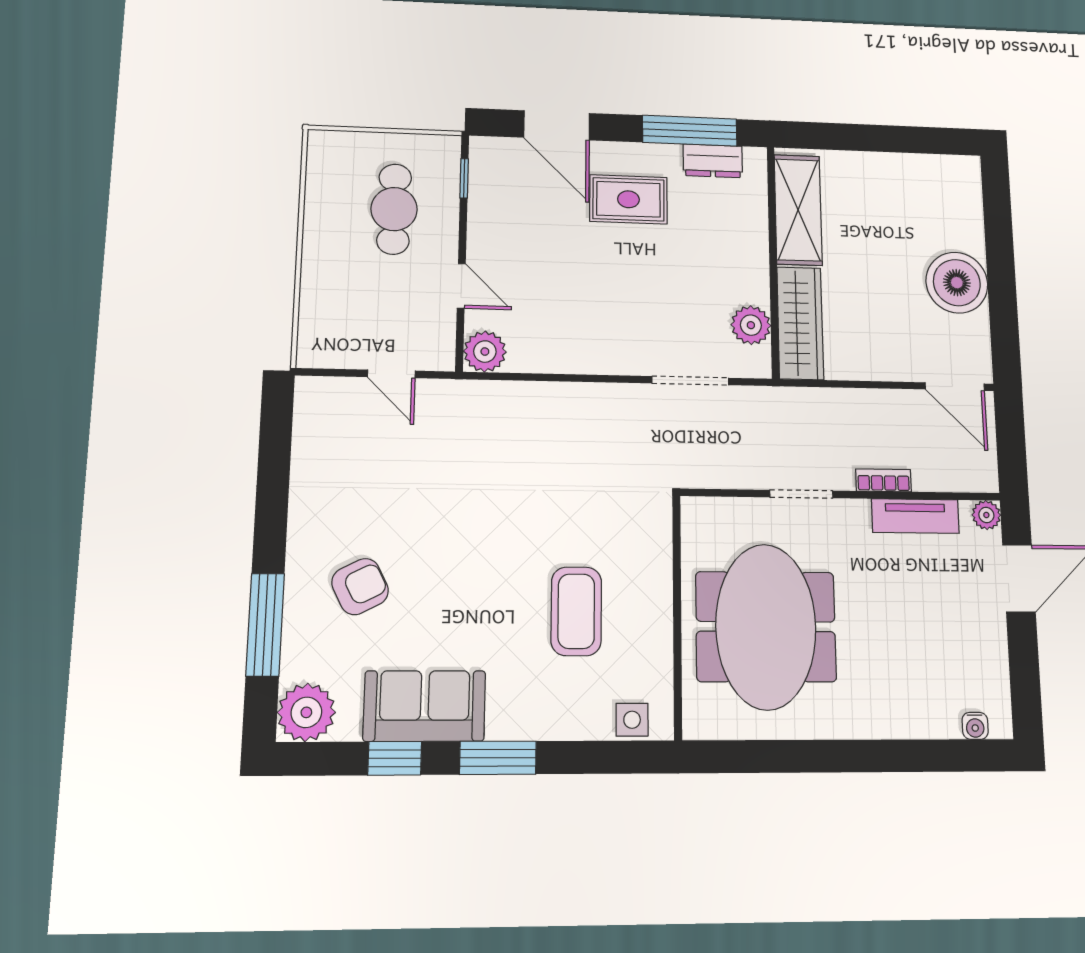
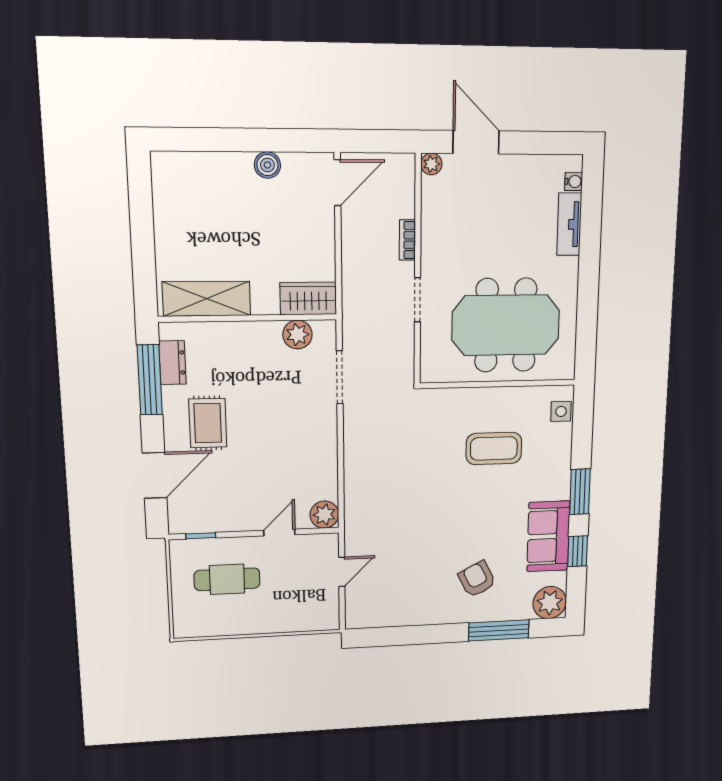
boiler: (957, 283) -> (267, 165), width x0.54, depth x0.54
wardrobe: (800, 323) -> (308, 298), width x0.67
tv unit: (915, 516) -> (569, 224), moved, turned 180

